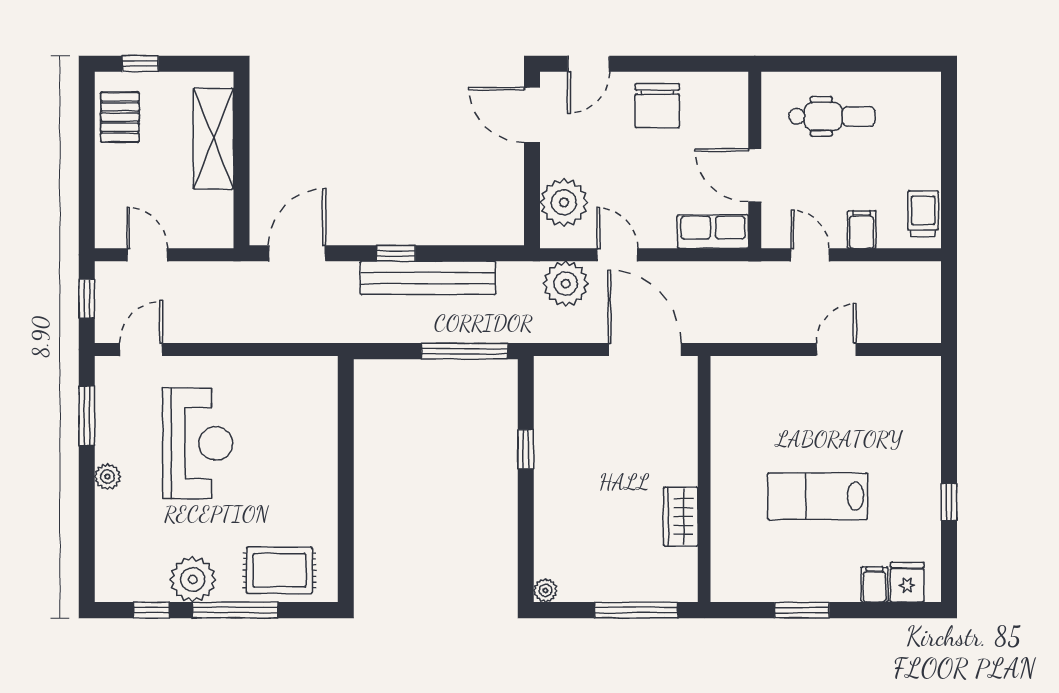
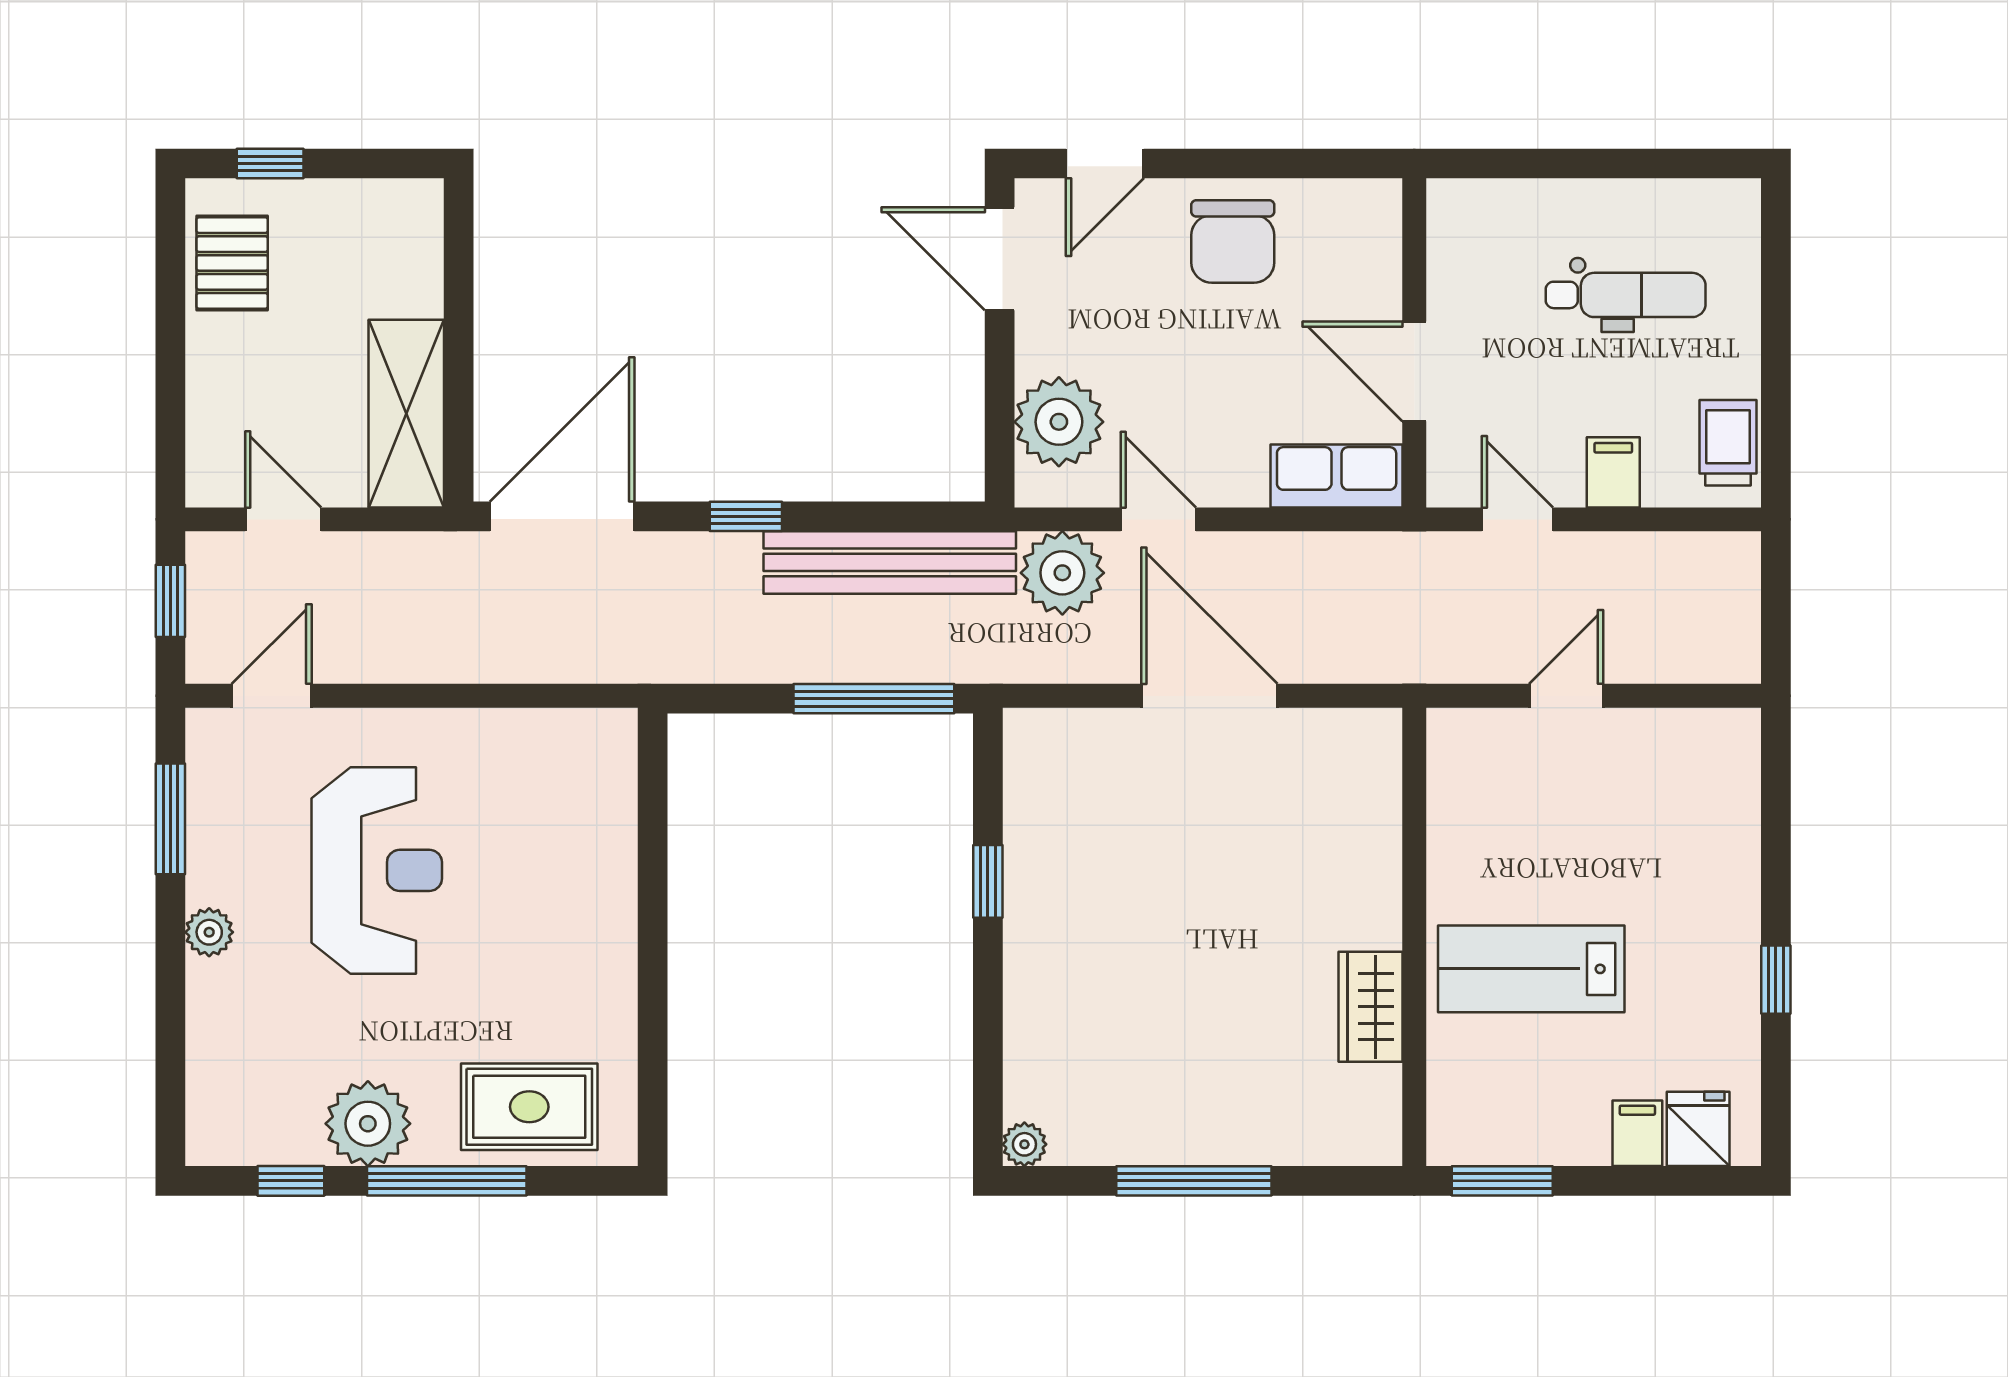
dental chair: (832, 116) -> (1626, 295), moved
shelving: (213, 139) -> (406, 414), moved
door: (297, 253) -> (562, 516), width x1.36
bench: (428, 278) -> (890, 562), moved
wall: (704, 479) -> (1414, 937), moved
wardrobe: (681, 517) -> (1371, 1007), moved

